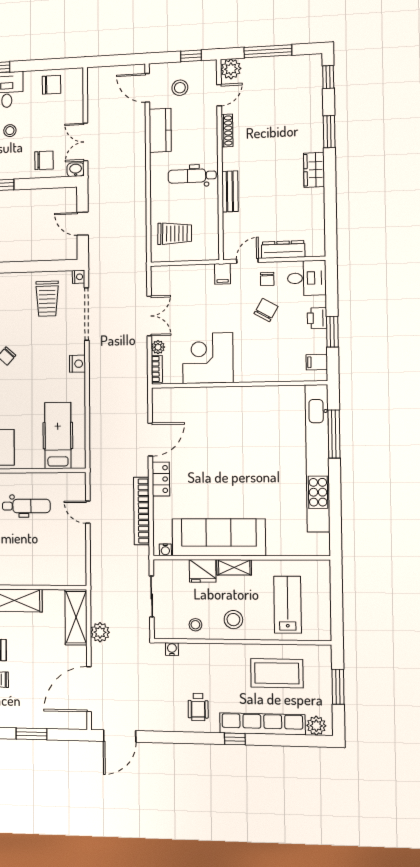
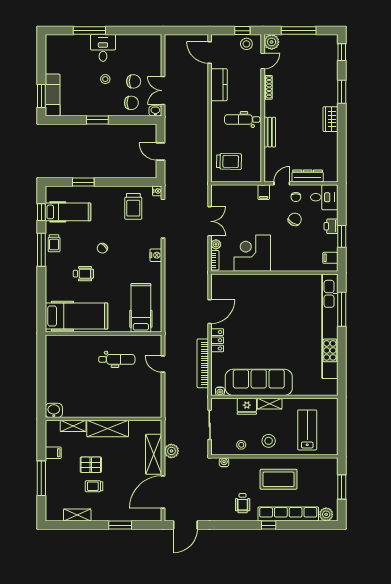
chair: (51, 85) -> (134, 81), moved
stool: (180, 88) -> (246, 44), moved
shelving: (76, 617) -> (154, 454), moved
coffee table: (277, 673) -> (279, 479), moved

